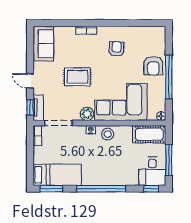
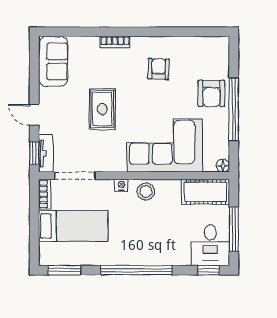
rug: (77, 77) -> (102, 109), turned 90
plant: (87, 114) -> (116, 163), removed
bed: (57, 175) -> (73, 226), moved

